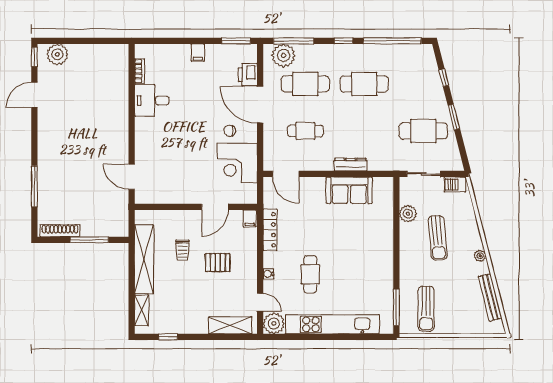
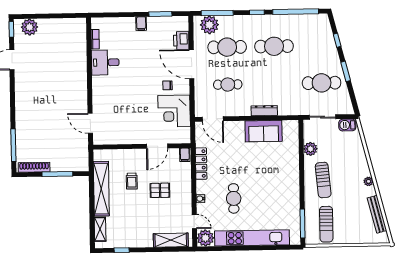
window: (236, 41) -> (160, 14), moved
window: (34, 186) -> (13, 145), moved
sun lounger: (438, 238) -> (323, 180), moved

